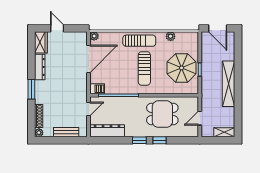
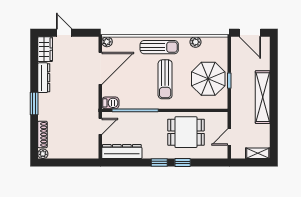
bench: (66, 132) -> (74, 153), removed

